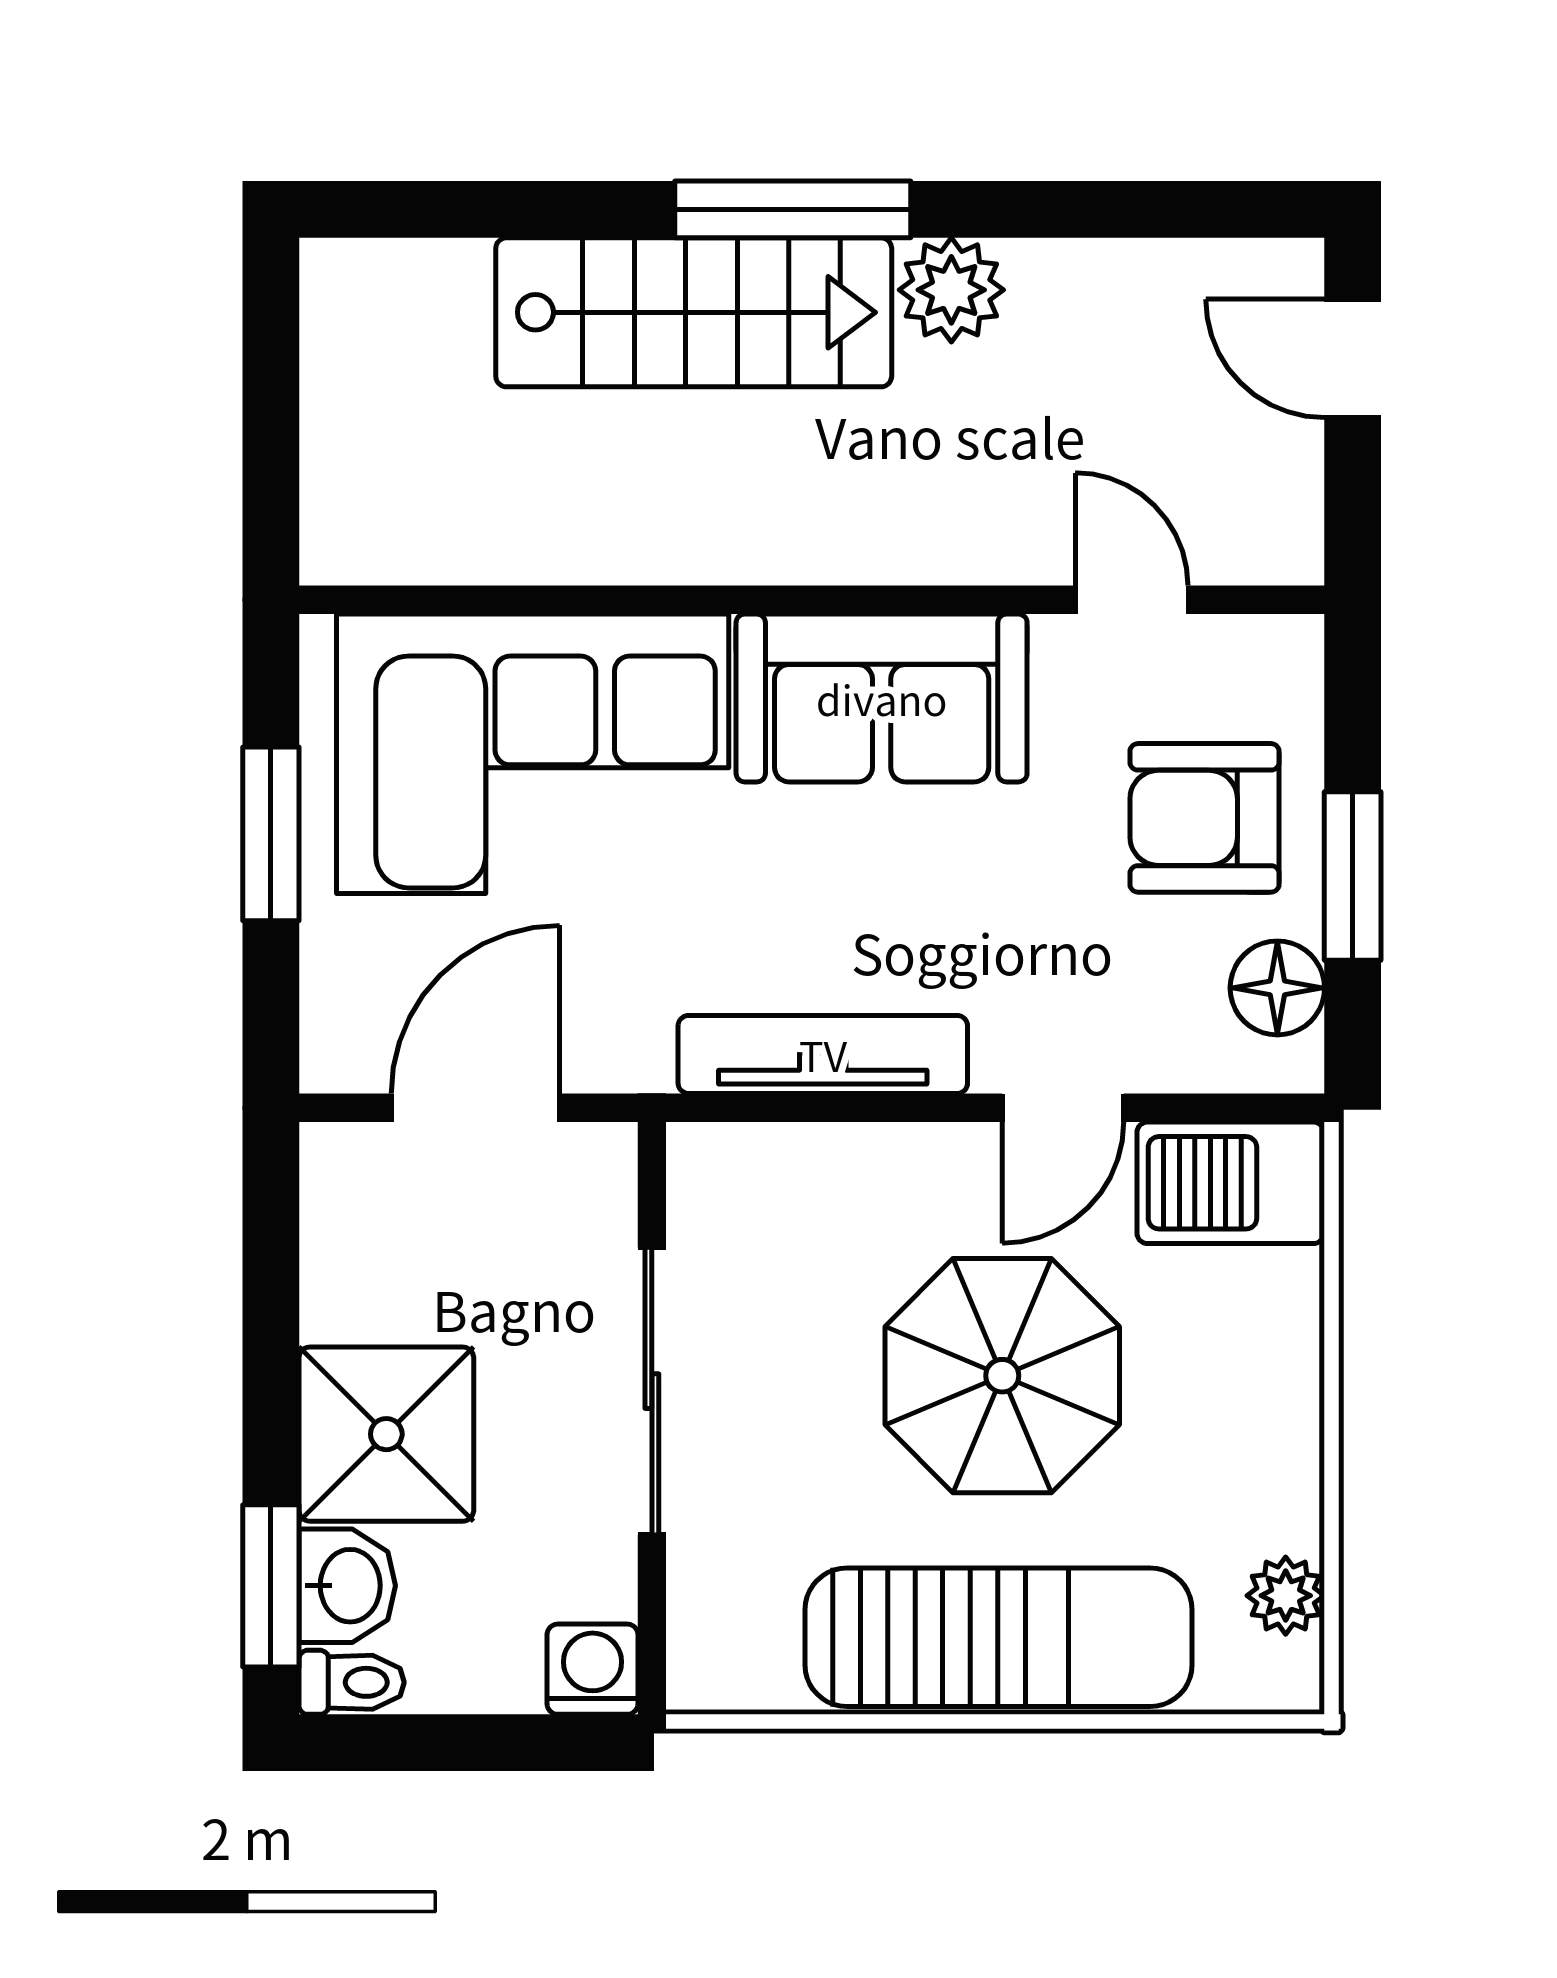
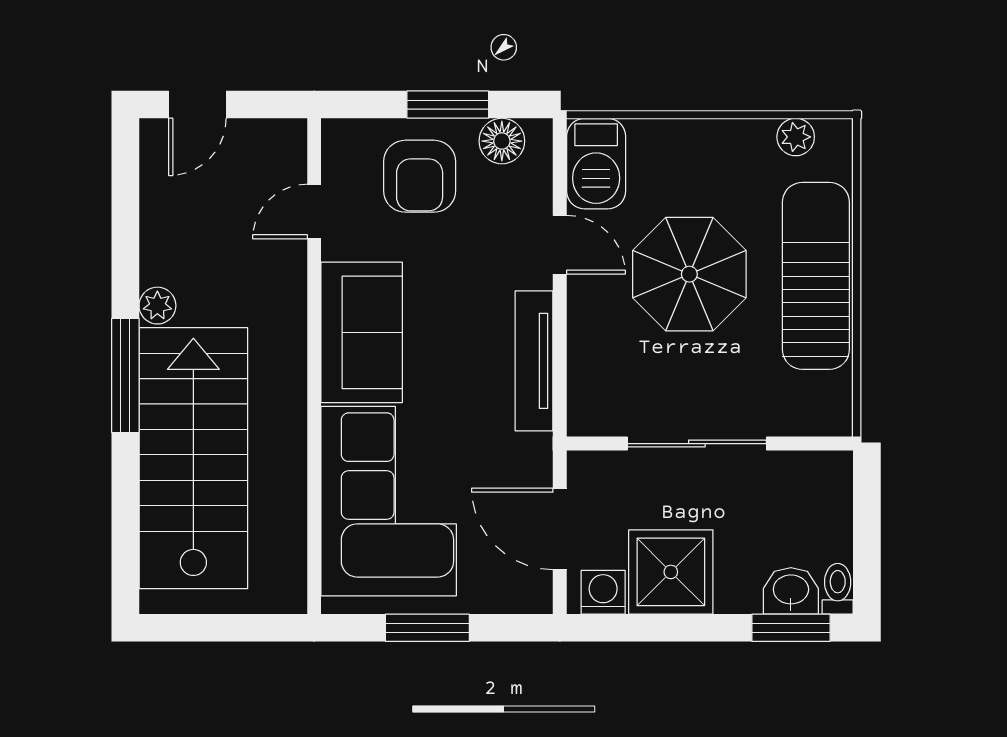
plant: (951, 290) -> (157, 306), width x0.73, depth x0.73
stairs: (694, 312) -> (193, 458), width x1.36, depth x1.51
shower: (386, 1434) -> (671, 572), moved
washing machine: (592, 1669) -> (603, 592), moved, turned 90

